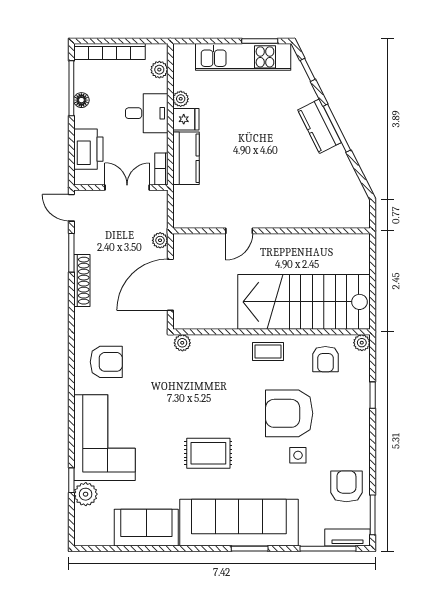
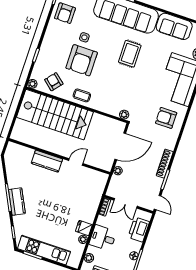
kitchen counter: (186, 158) -> (47, 161), moved, turned -90
armchair: (325, 359) -> (54, 82), turned -50
armchair: (289, 413) -> (82, 60), turned 90
rug: (208, 453) -> (130, 54), turned 90

